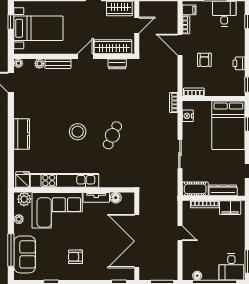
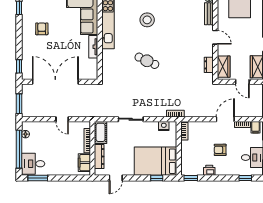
wardrobe: (113, 47) -> (224, 67), width x0.67
armchair: (204, 60) -> (220, 150), moved
stool: (78, 132) -> (147, 20), moved
floor lamp: (116, 198) -> (93, 64), removed
door: (180, 233) -> (62, 119), hinge flipped

